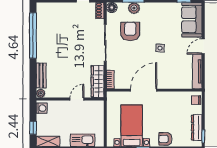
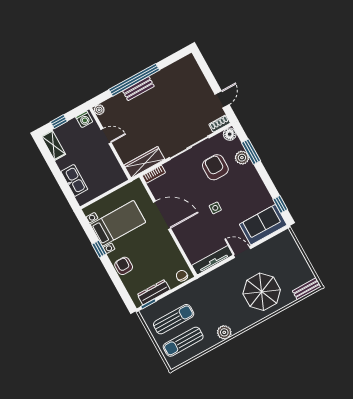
armchair: (130, 31) -> (215, 167), turned -90
window: (33, 35) -> (134, 80), moved
bench: (41, 75) -> (138, 89), moved
door: (77, 99) -> (106, 136), moved

